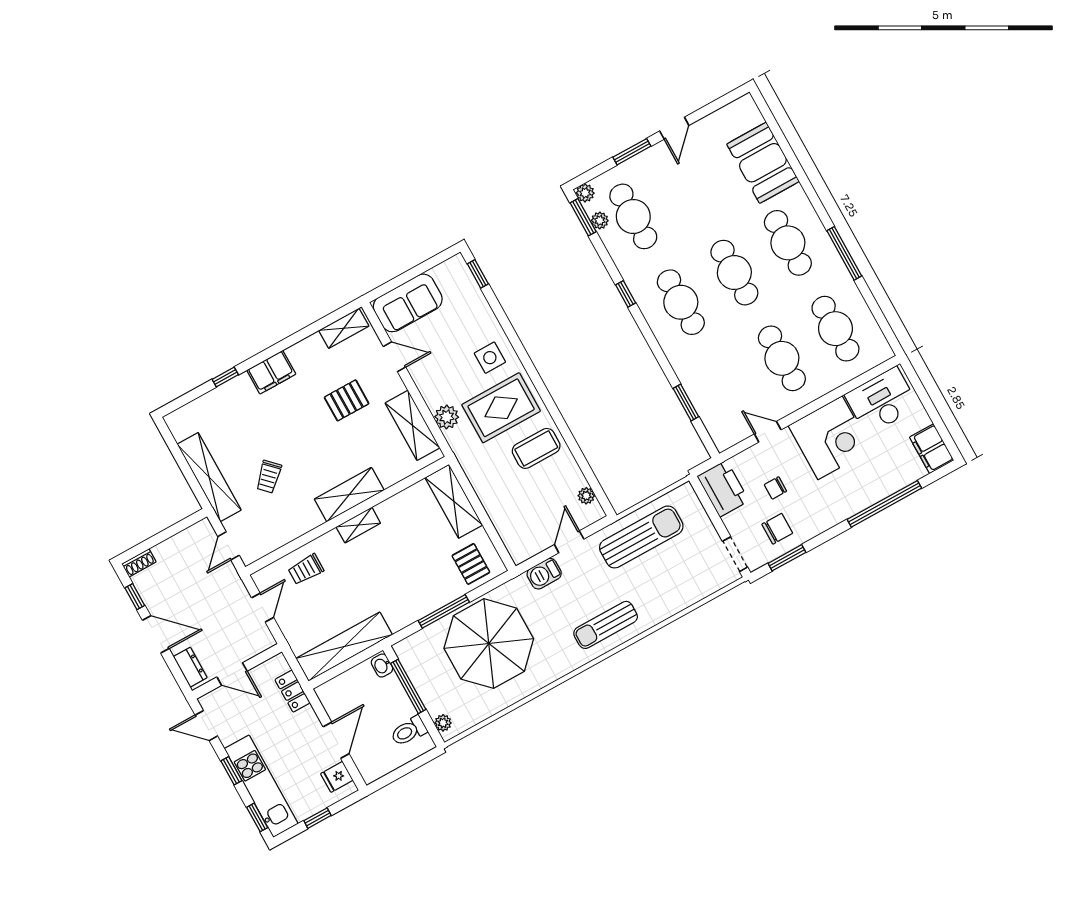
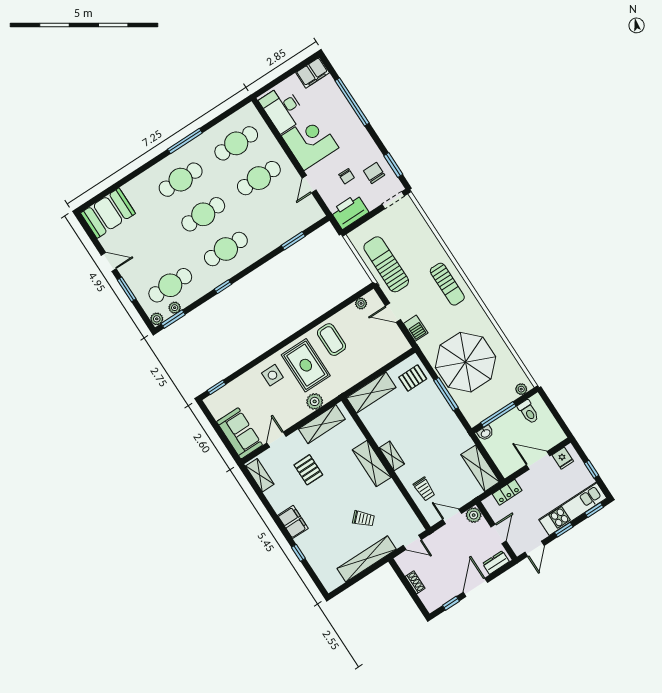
booth: (763, 163) -> (108, 213), moved
shoe rack: (139, 563) -> (415, 582), moved
plant: (262, 639) -> (474, 515), added
shelving: (344, 647) -> (480, 468), width x0.68

